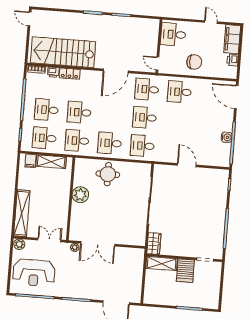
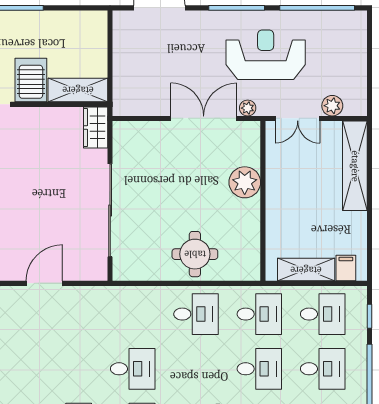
desk: (142, 146) -> (133, 314), removed
door: (187, 165) -> (44, 283), swing flipped
plant: (80, 195) -> (245, 182), moved
plant: (19, 244) -> (332, 106), moved
reception desk: (34, 273) -> (266, 55), moved

